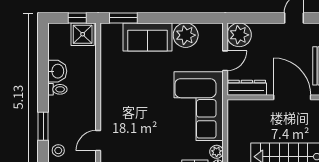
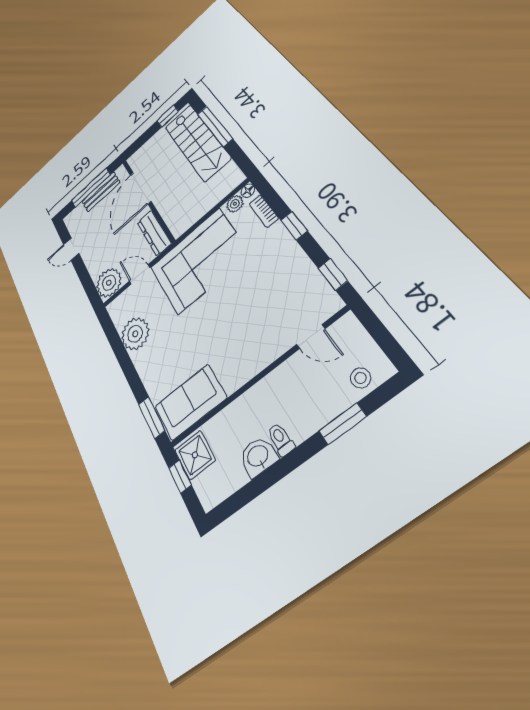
sofa: (148, 37) -> (190, 402), moved, turned -90

